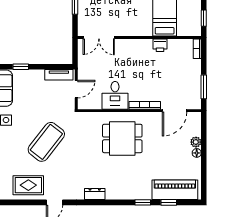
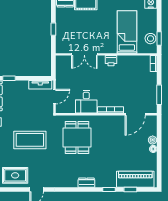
stool: (193, 18) -> (150, 39), added
double door: (99, 38) -> (84, 54), moved
printer: (160, 45) -> (111, 61), moved
dining table: (122, 138) -> (77, 138), moved, turned 90
coffee table: (46, 142) -> (30, 140), turned 52
dresser: (95, 194) -> (86, 183), moved

